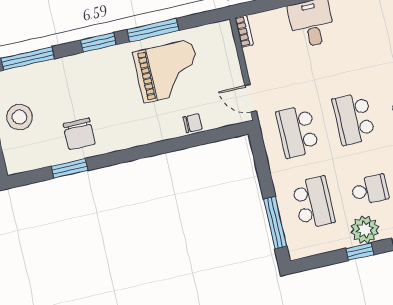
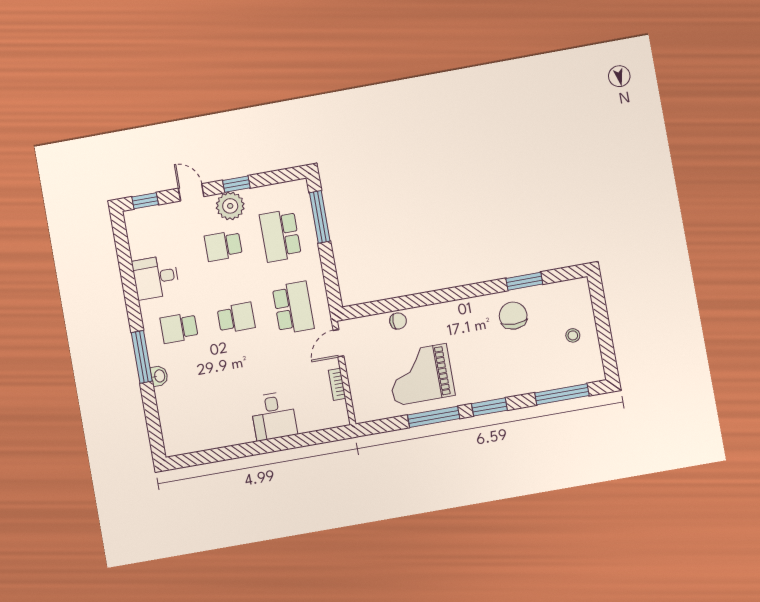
bookcase: (244, 31) -> (337, 384), moved
door: (251, 98) -> (338, 343), swing flipped
stool: (19, 117) -> (573, 335), width x0.53, depth x0.53
school desk: (354, 119) -> (236, 318), width x0.54
chair: (193, 123) -> (398, 321), turned 180

